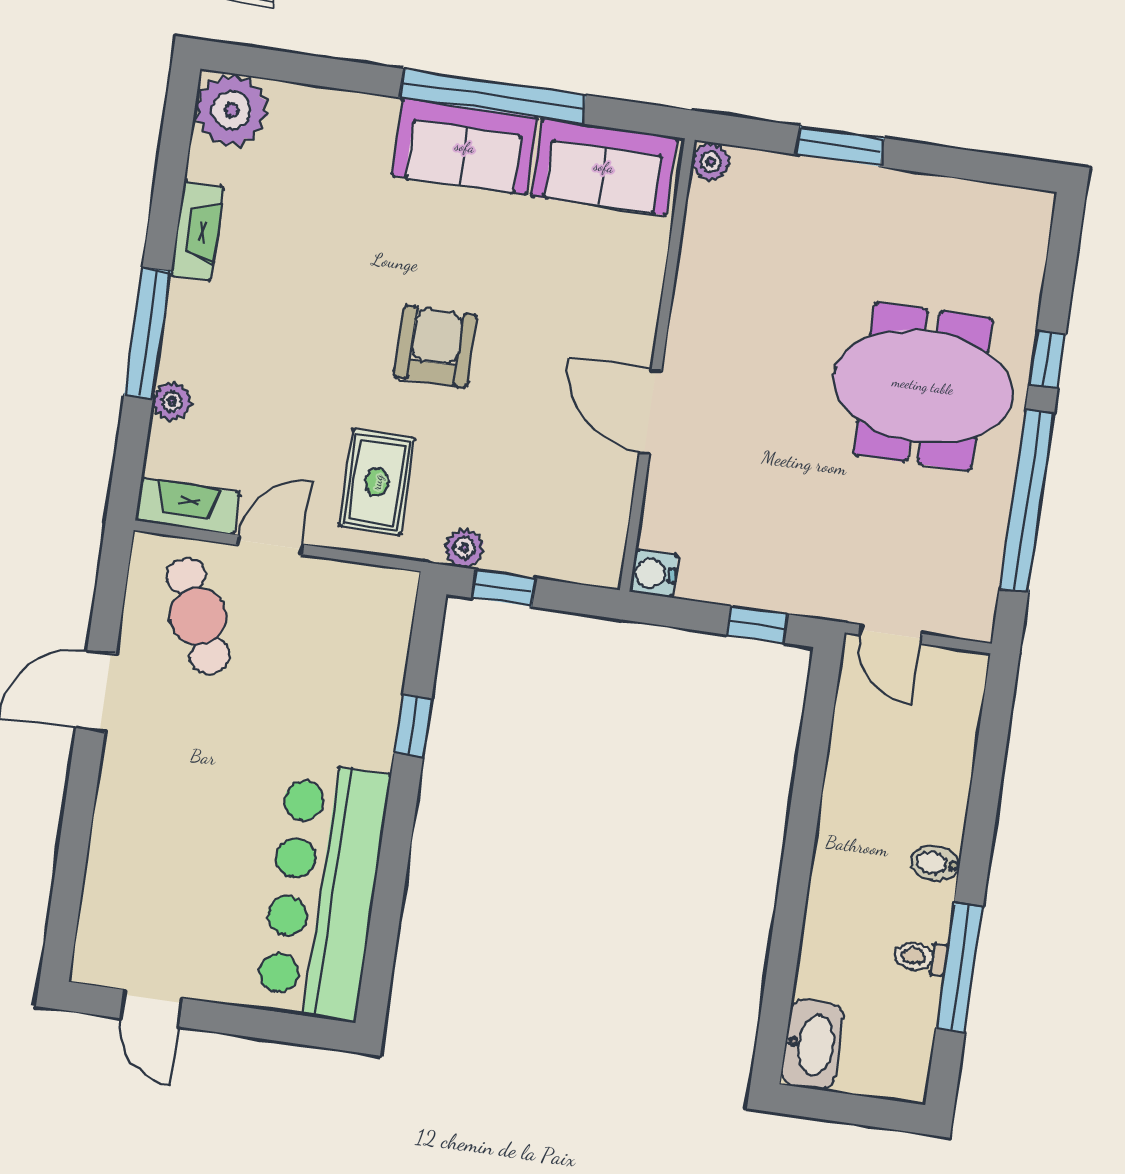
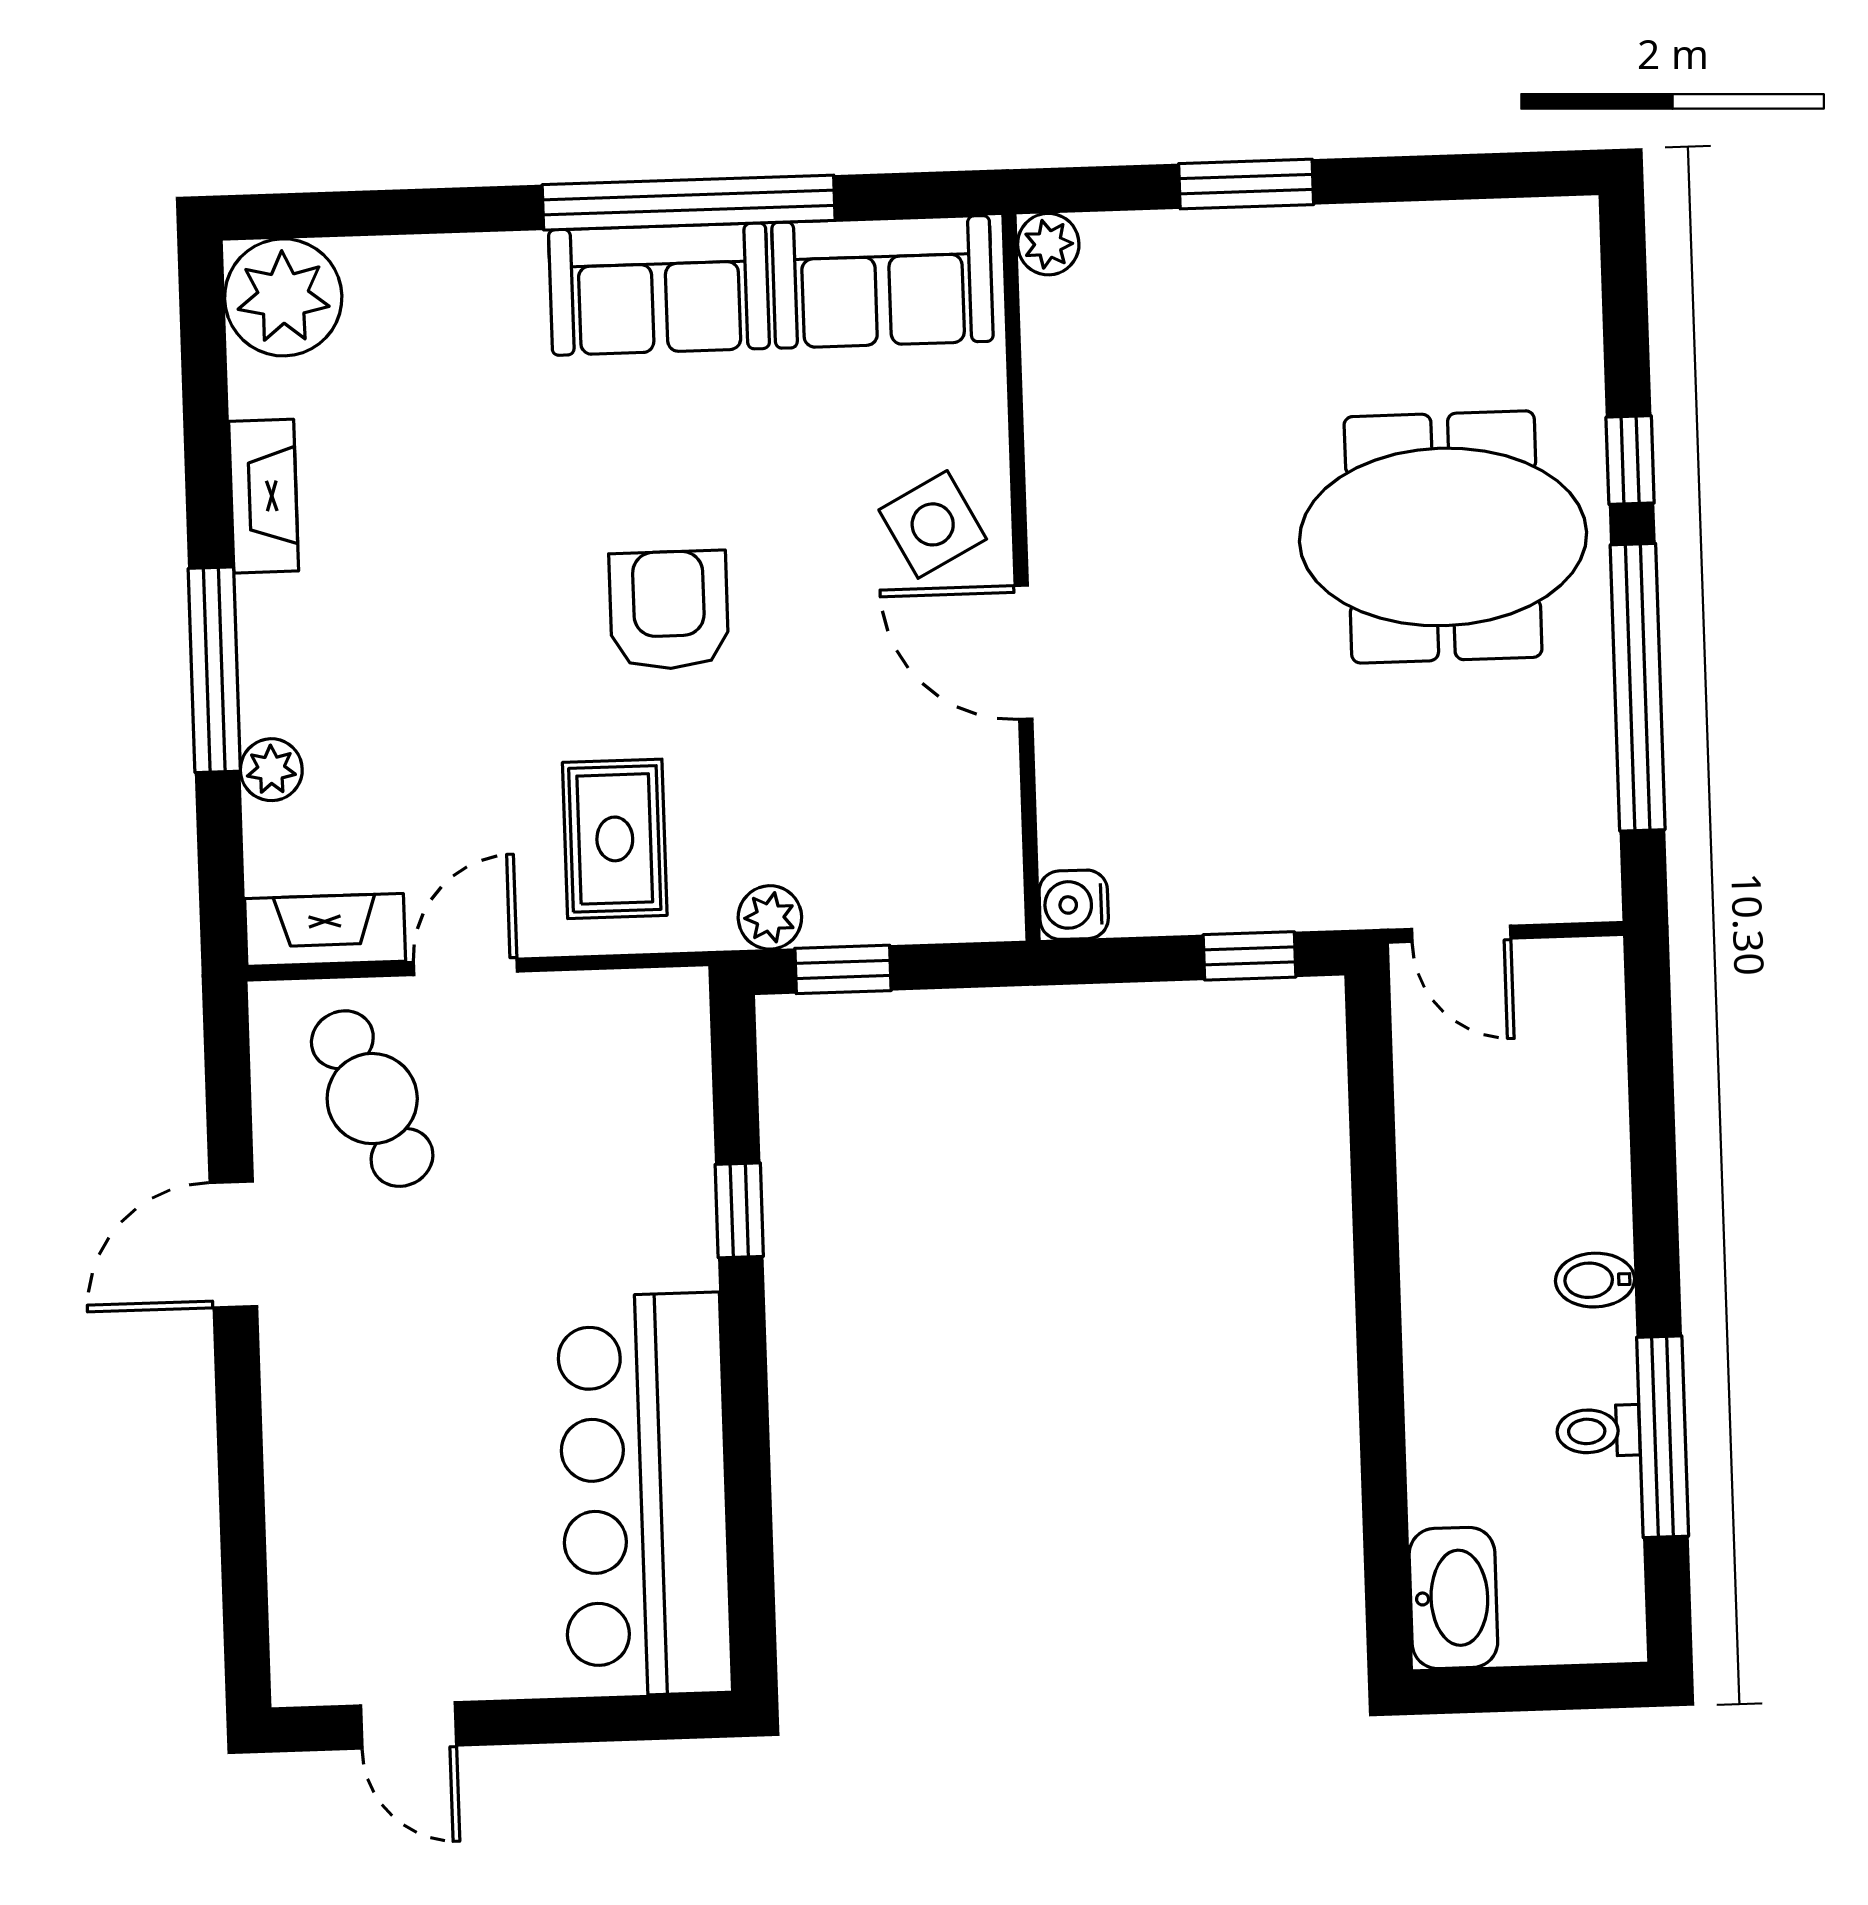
side table: (608, 322) -> (933, 524), added

